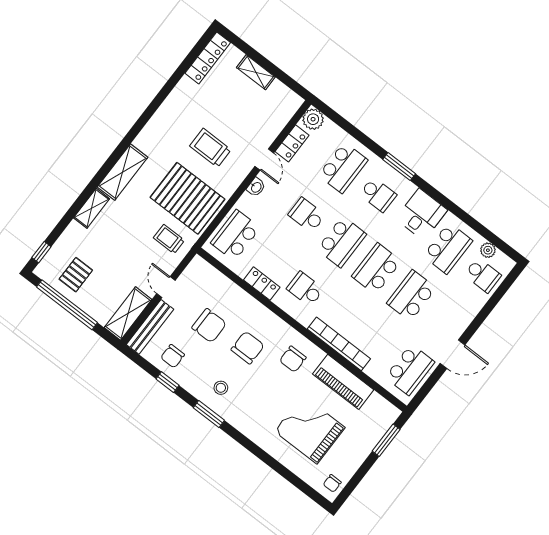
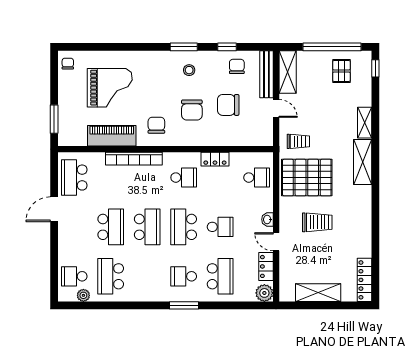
shelving: (256, 72) -> (318, 293), width x1.50, depth x1.33
school desk: (343, 168) -> (220, 276), turned 180
desk: (422, 214) -> (145, 285), removed
school desk: (235, 235) -> (257, 178), width x0.54

